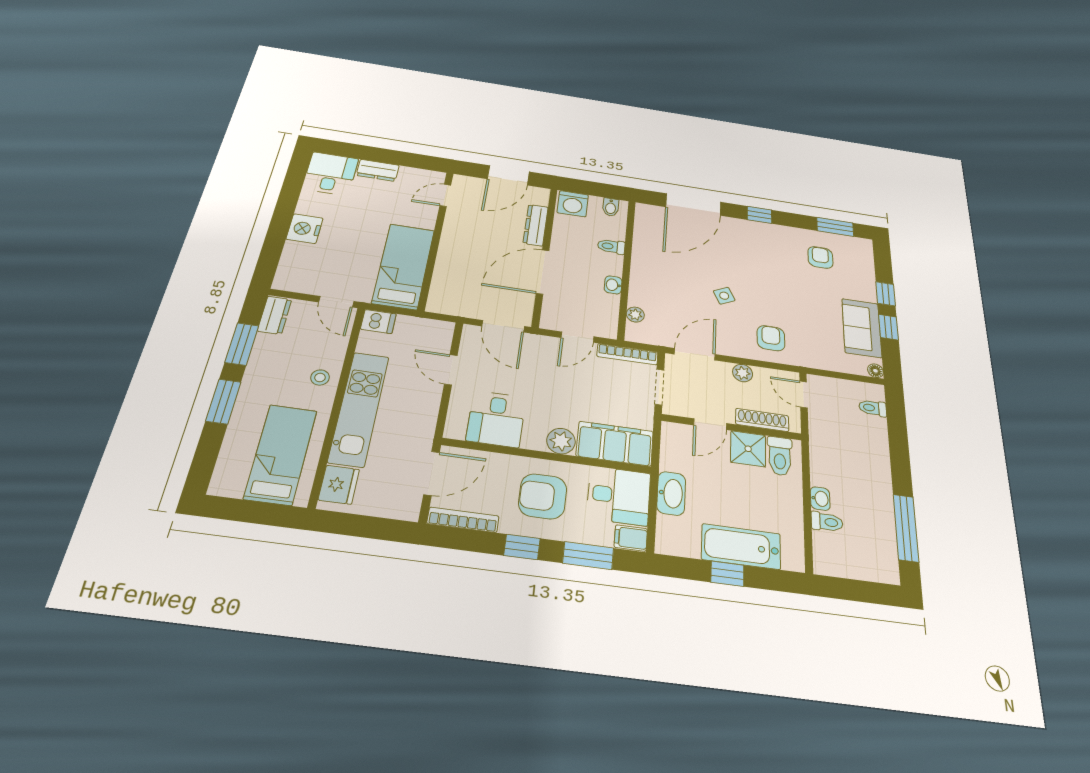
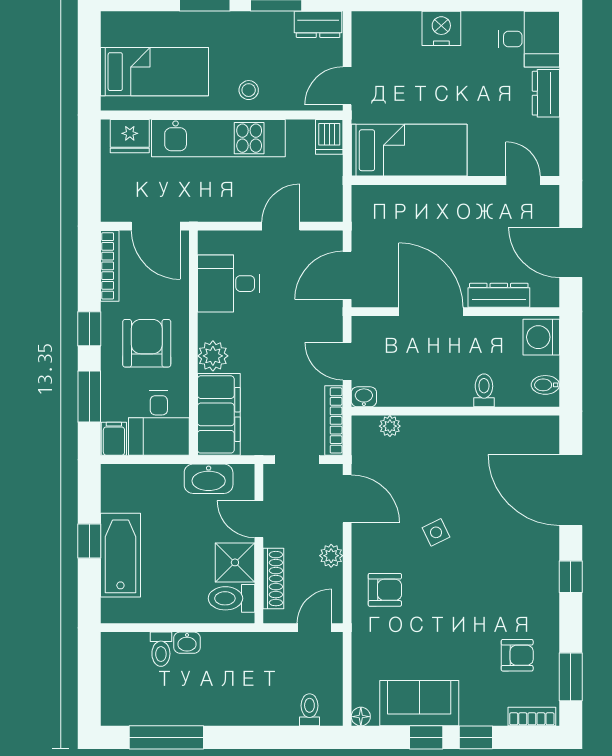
bookcase: (867, 255) -> (532, 717), added
washbasin: (613, 285) -> (364, 397), moved
washbasin: (671, 493) -> (209, 479), moved

